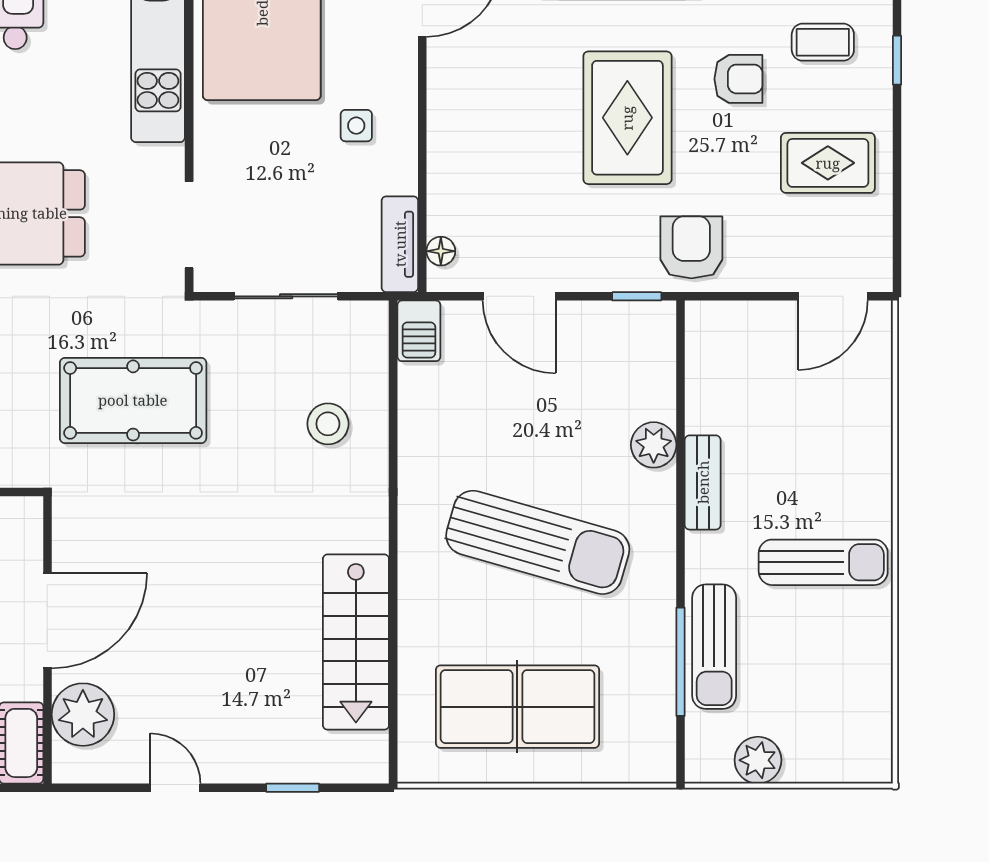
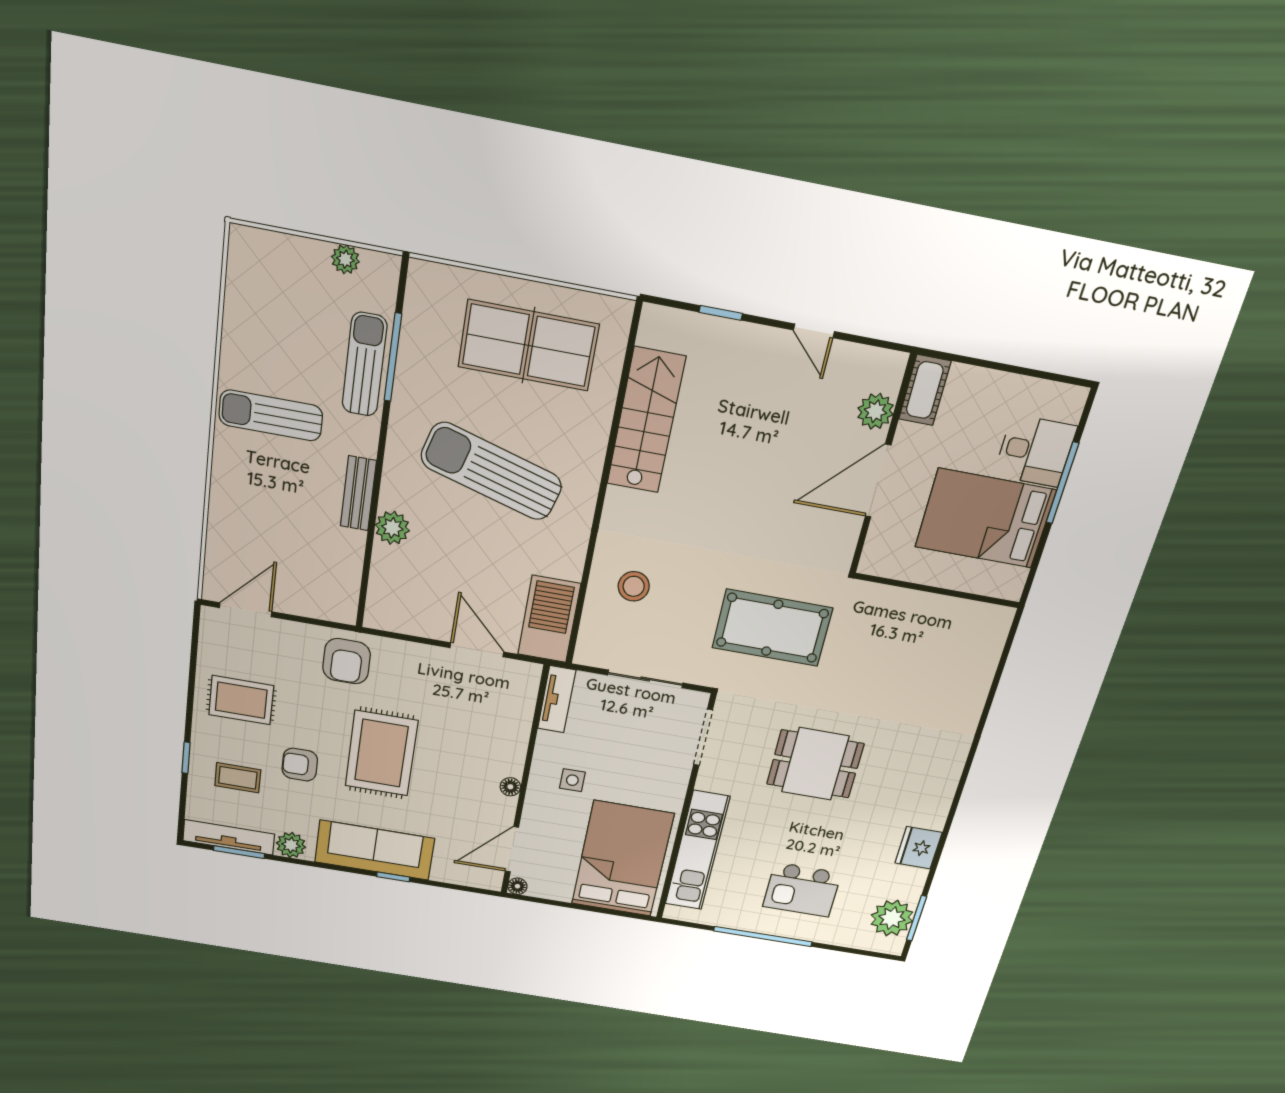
floor lamp: (441, 251) -> (510, 787), moved
window: (637, 296) -> (391, 635), removed
barbecue: (419, 331) -> (549, 619), width x1.88, depth x1.53
plant: (83, 715) -> (875, 411), width x0.73, depth x0.73
plant: (758, 760) -> (345, 259), width x0.73, depth x0.73

